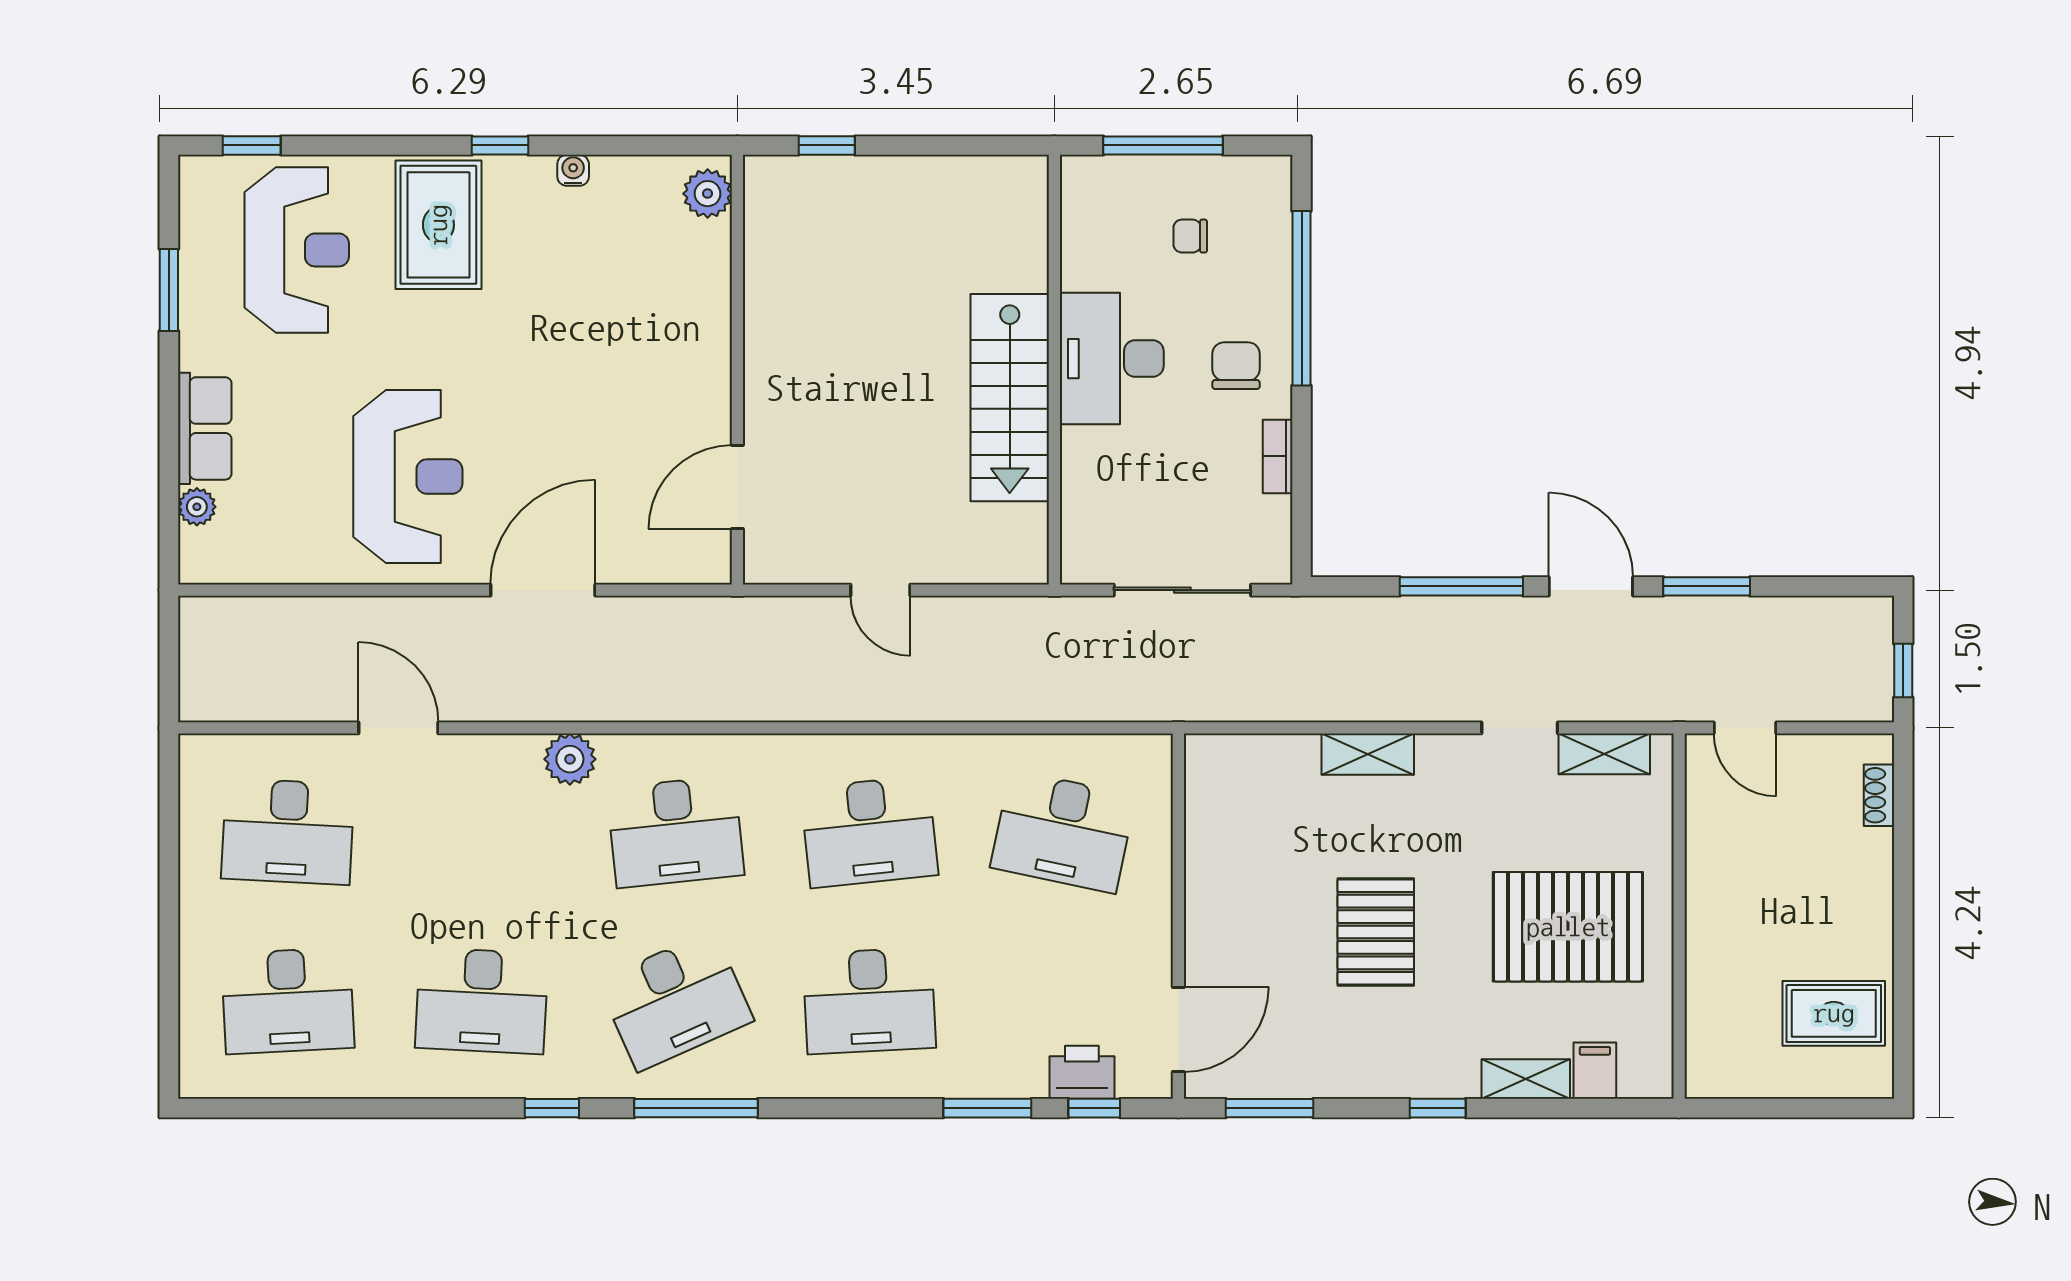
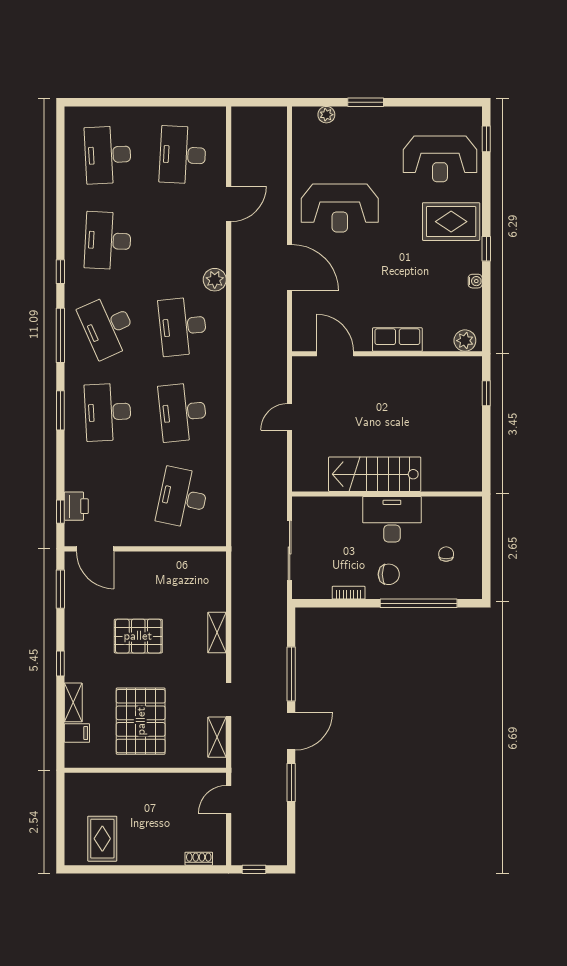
window: (1163, 145) -> (486, 542), removed
window: (169, 290) -> (366, 102), moved
row of seats: (205, 428) -> (397, 340), moved, turned 180
window: (987, 1108) -> (60, 410), moved

